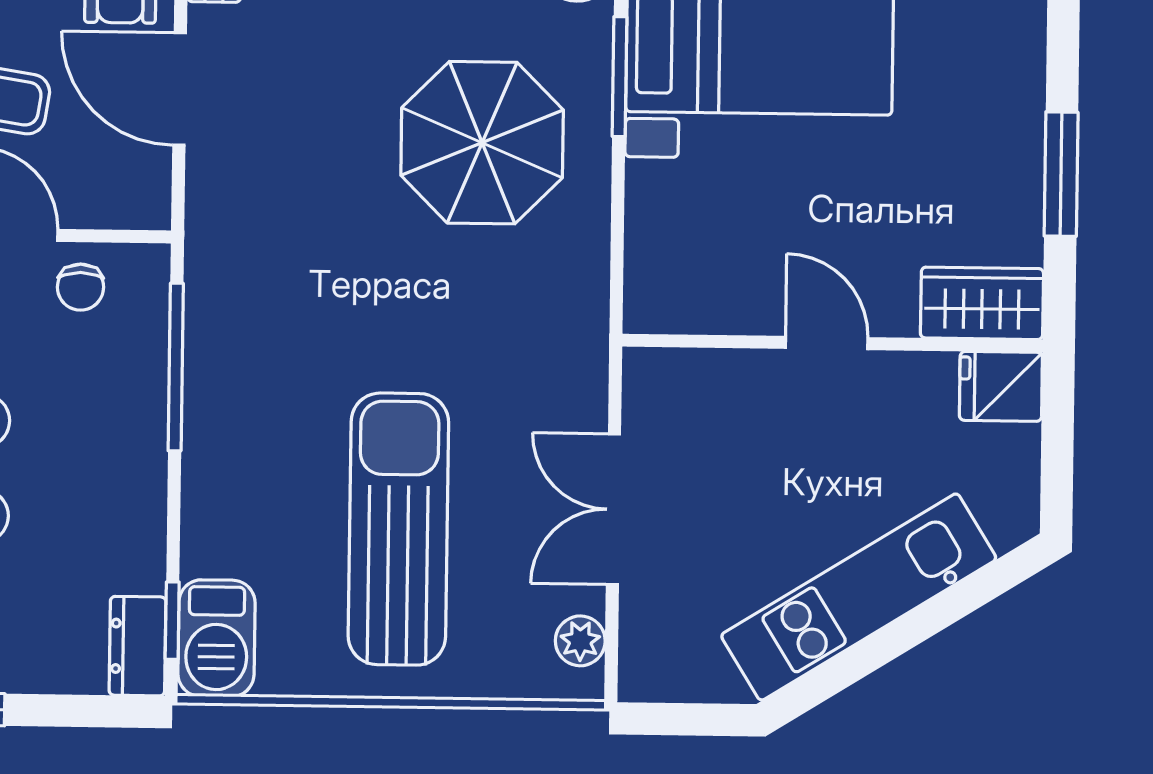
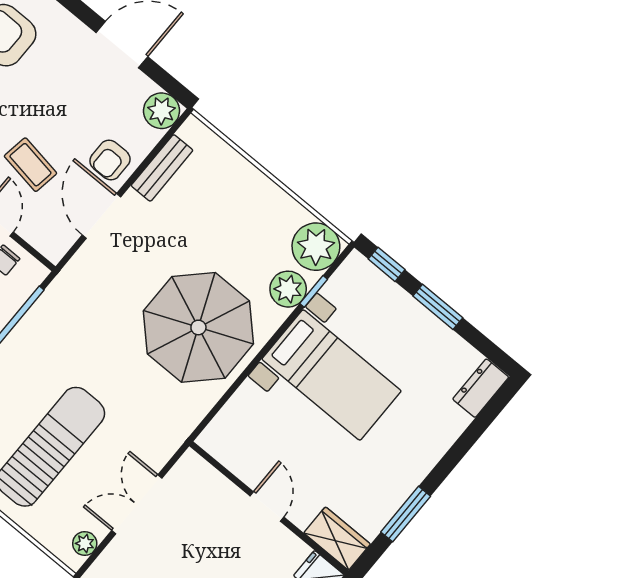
window: (619, 77) -> (270, 344), removed
parasol: (482, 143) -> (198, 327), width x1.36, depth x1.36

